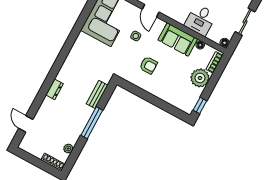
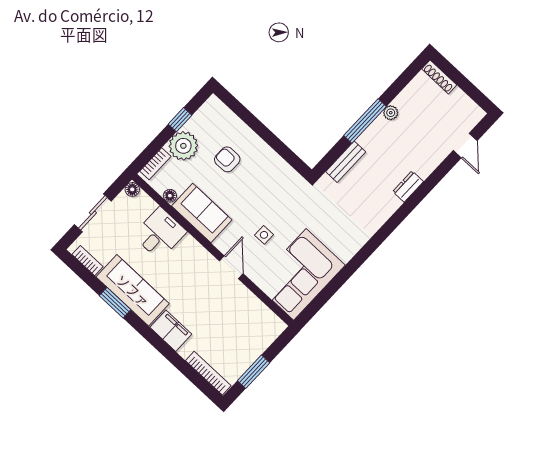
armchair: (148, 65) -> (227, 159), moved
window: (200, 105) -> (180, 120), moved
plant: (68, 149) -> (391, 113), moved

